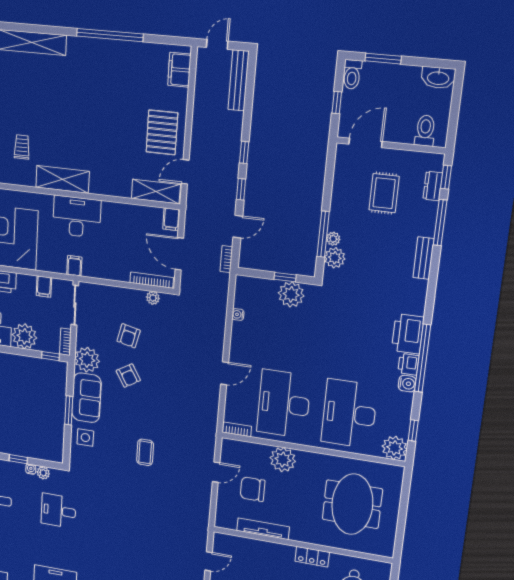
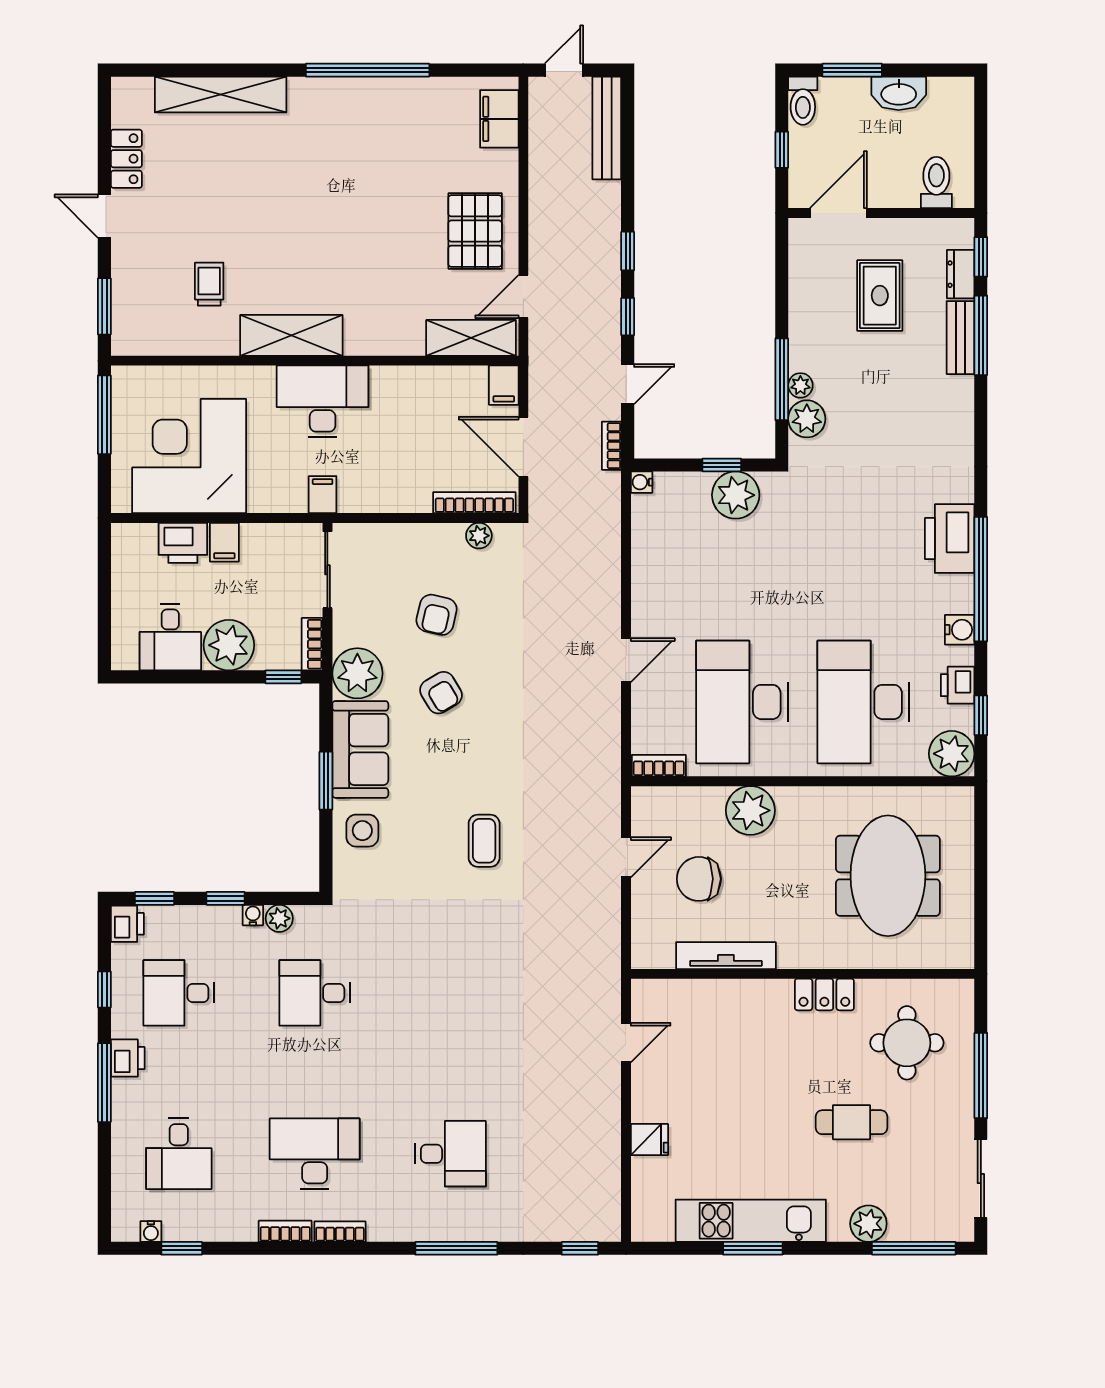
washbasin: (438, 78) -> (899, 93), moved
bench: (424, 258) -> (960, 338), moved
filing cabinet: (44, 287) -> (224, 542), moved
water cooler: (238, 314) -> (642, 482), moved
printer: (408, 364) -> (958, 685), moved

